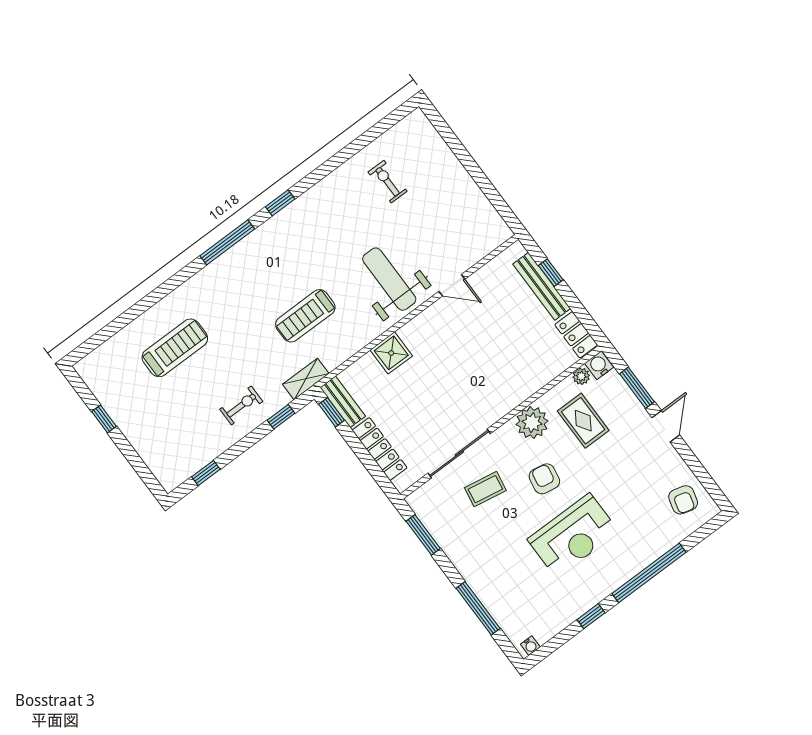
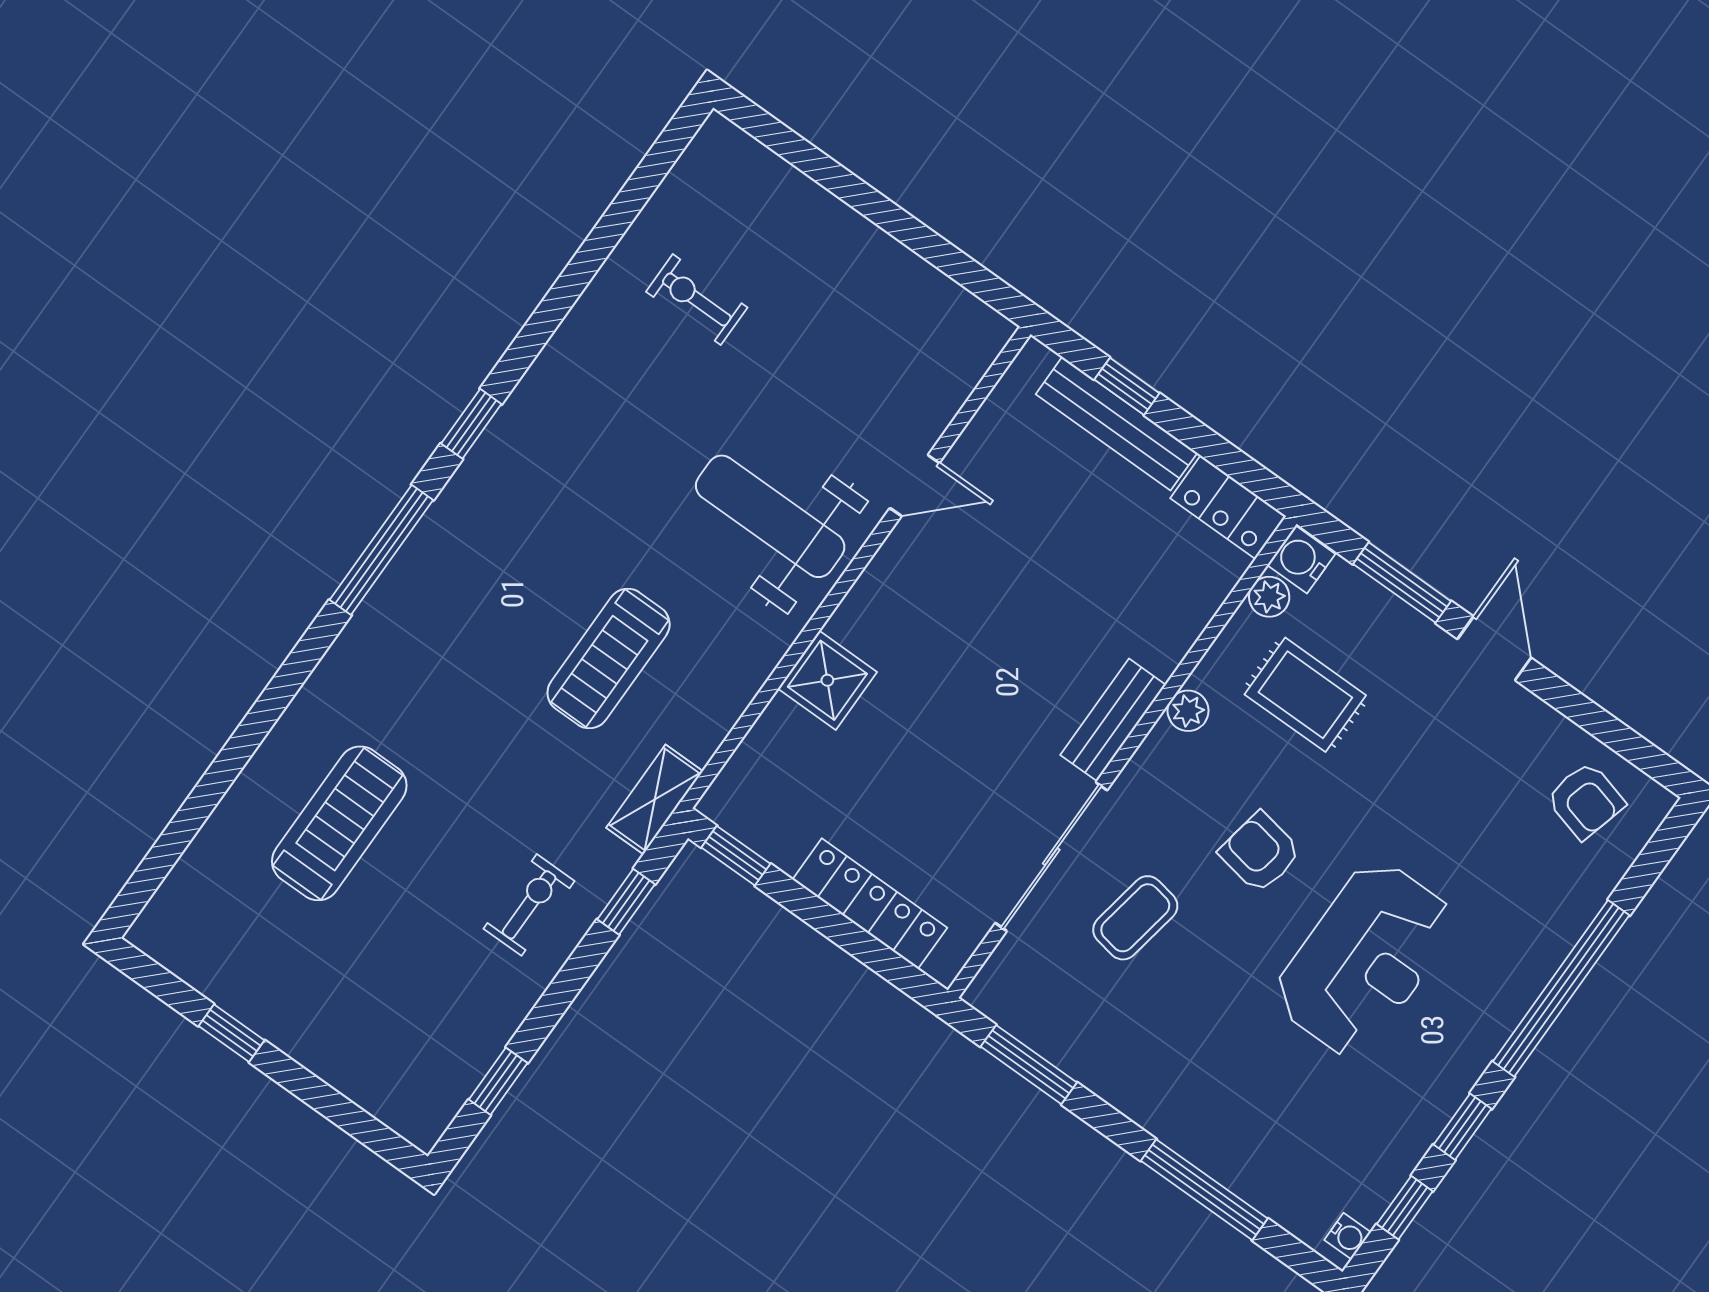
bench: (343, 402) -> (1113, 720), moved, turned 90
plant: (532, 423) -> (1188, 711), width x0.53, depth x0.53
window: (557, 642) -> (1405, 1208), added

